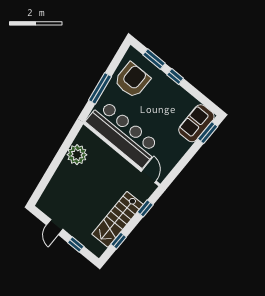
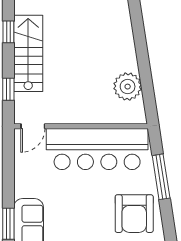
door: (149, 176) -> (33, 126), hinge flipped

